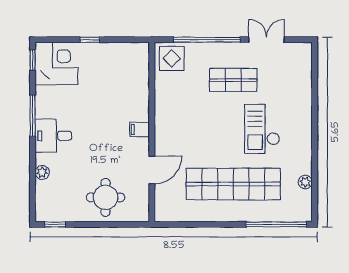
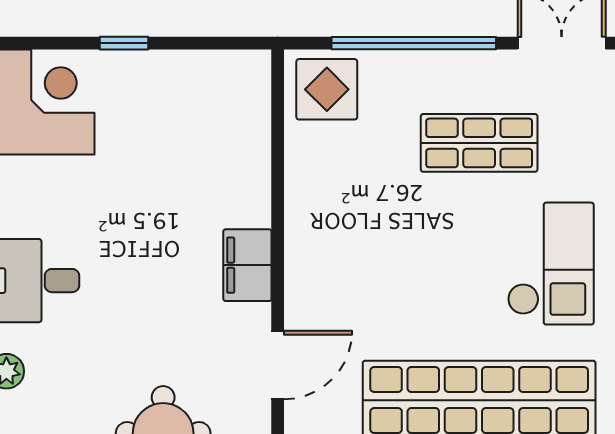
checkout: (262, 129) -> (551, 264), turned 180
filing cabinet: (140, 130) -> (247, 265), width x2.00

